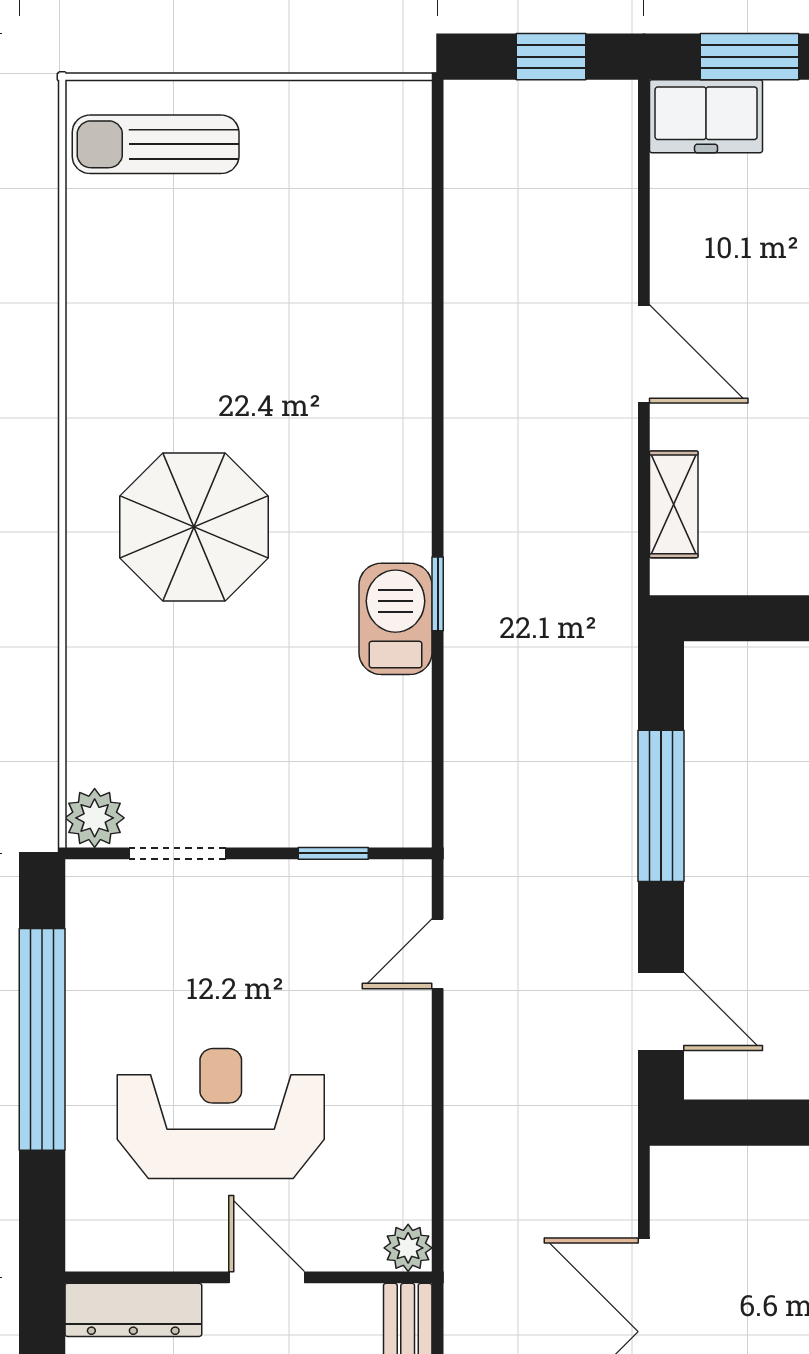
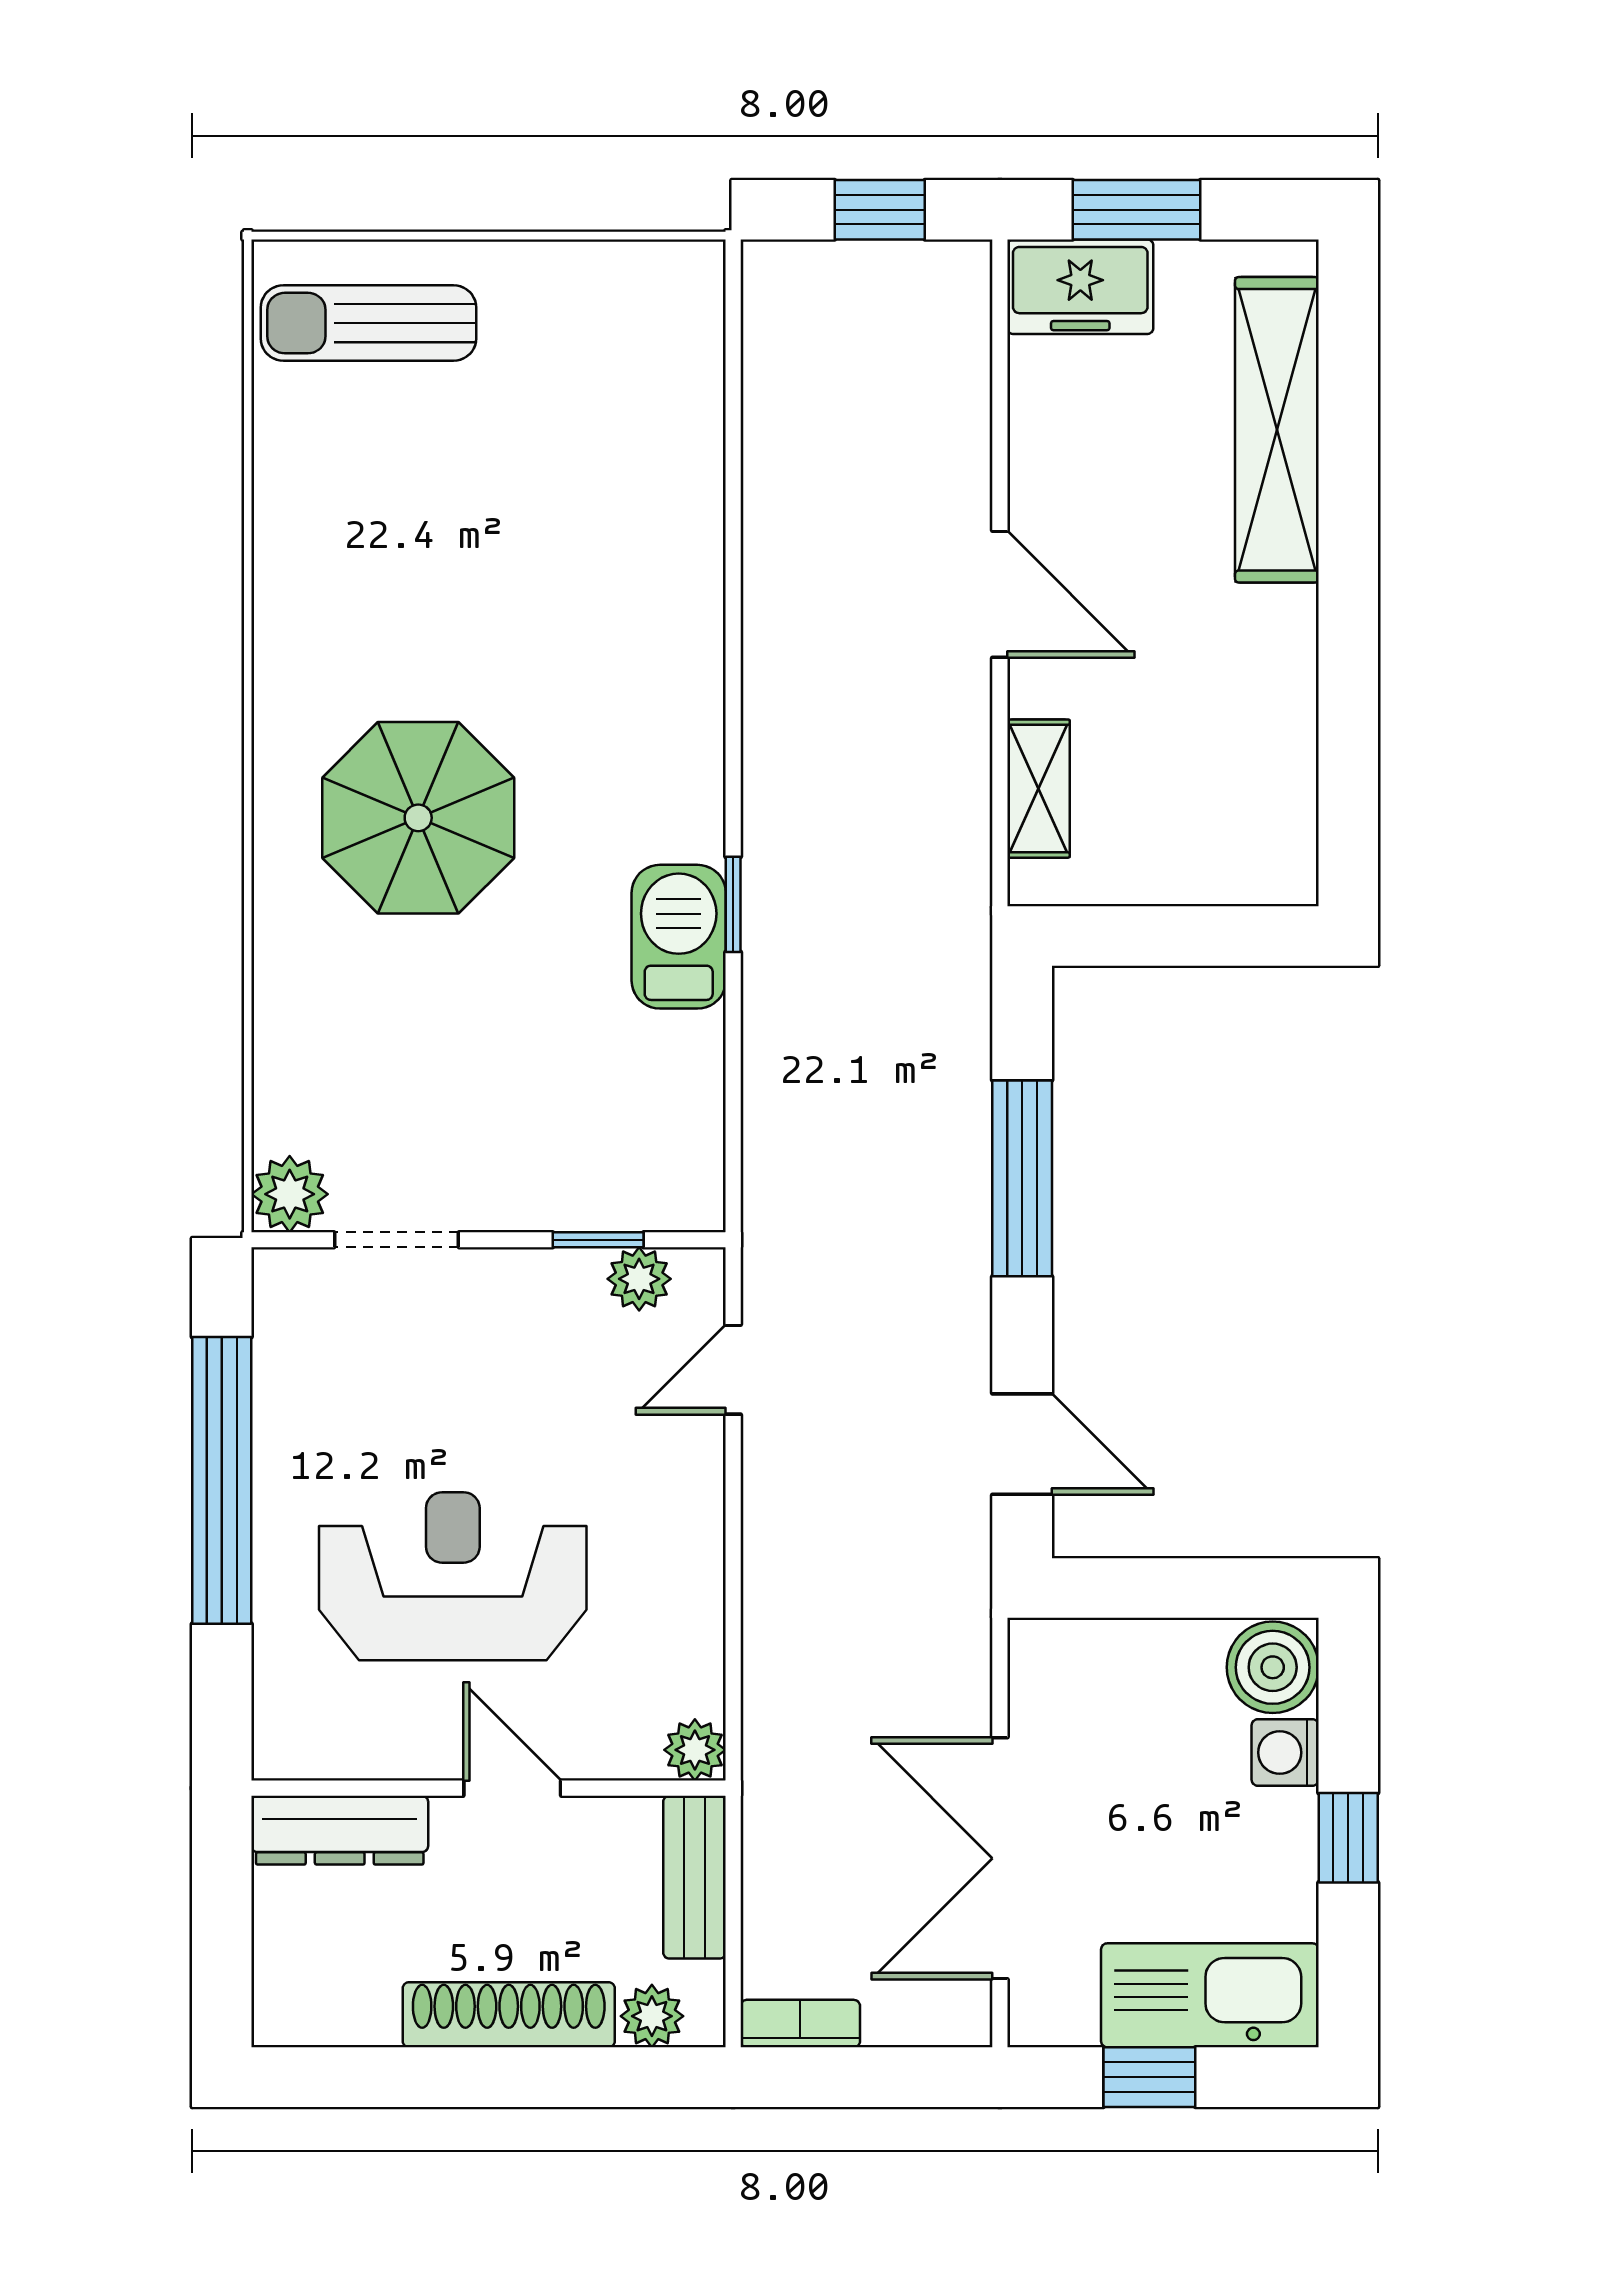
plant: (365, 884) -> (639, 1279), added

